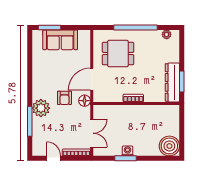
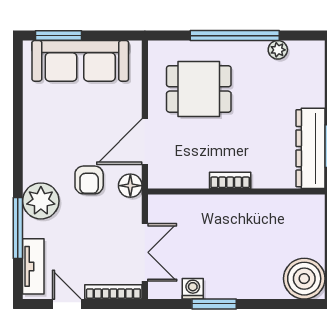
plant: (167, 34) -> (278, 50), moved
sofa: (60, 40) -> (80, 61), width x1.36
tv unit: (37, 140) -> (33, 266), added
washing machine: (128, 151) -> (193, 289), moved

